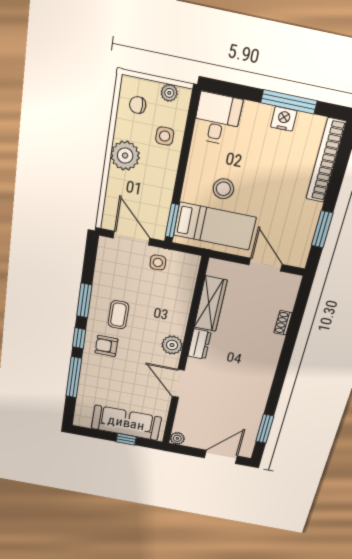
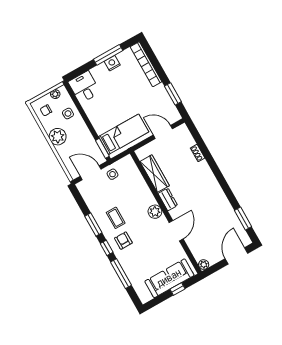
stool: (223, 189) -> (113, 114), removed
armchair: (106, 346) -> (123, 241), turned 90
door: (178, 383) -> (176, 231), swing flipped

